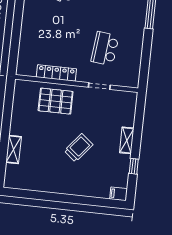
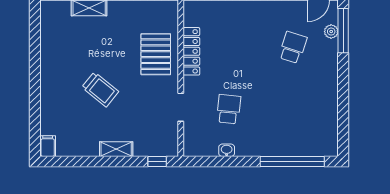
school desk: (105, 49) -> (229, 109), width x0.54
washbasin: (137, 54) -> (227, 150), added
window: (134, 166) -> (157, 162), moved

